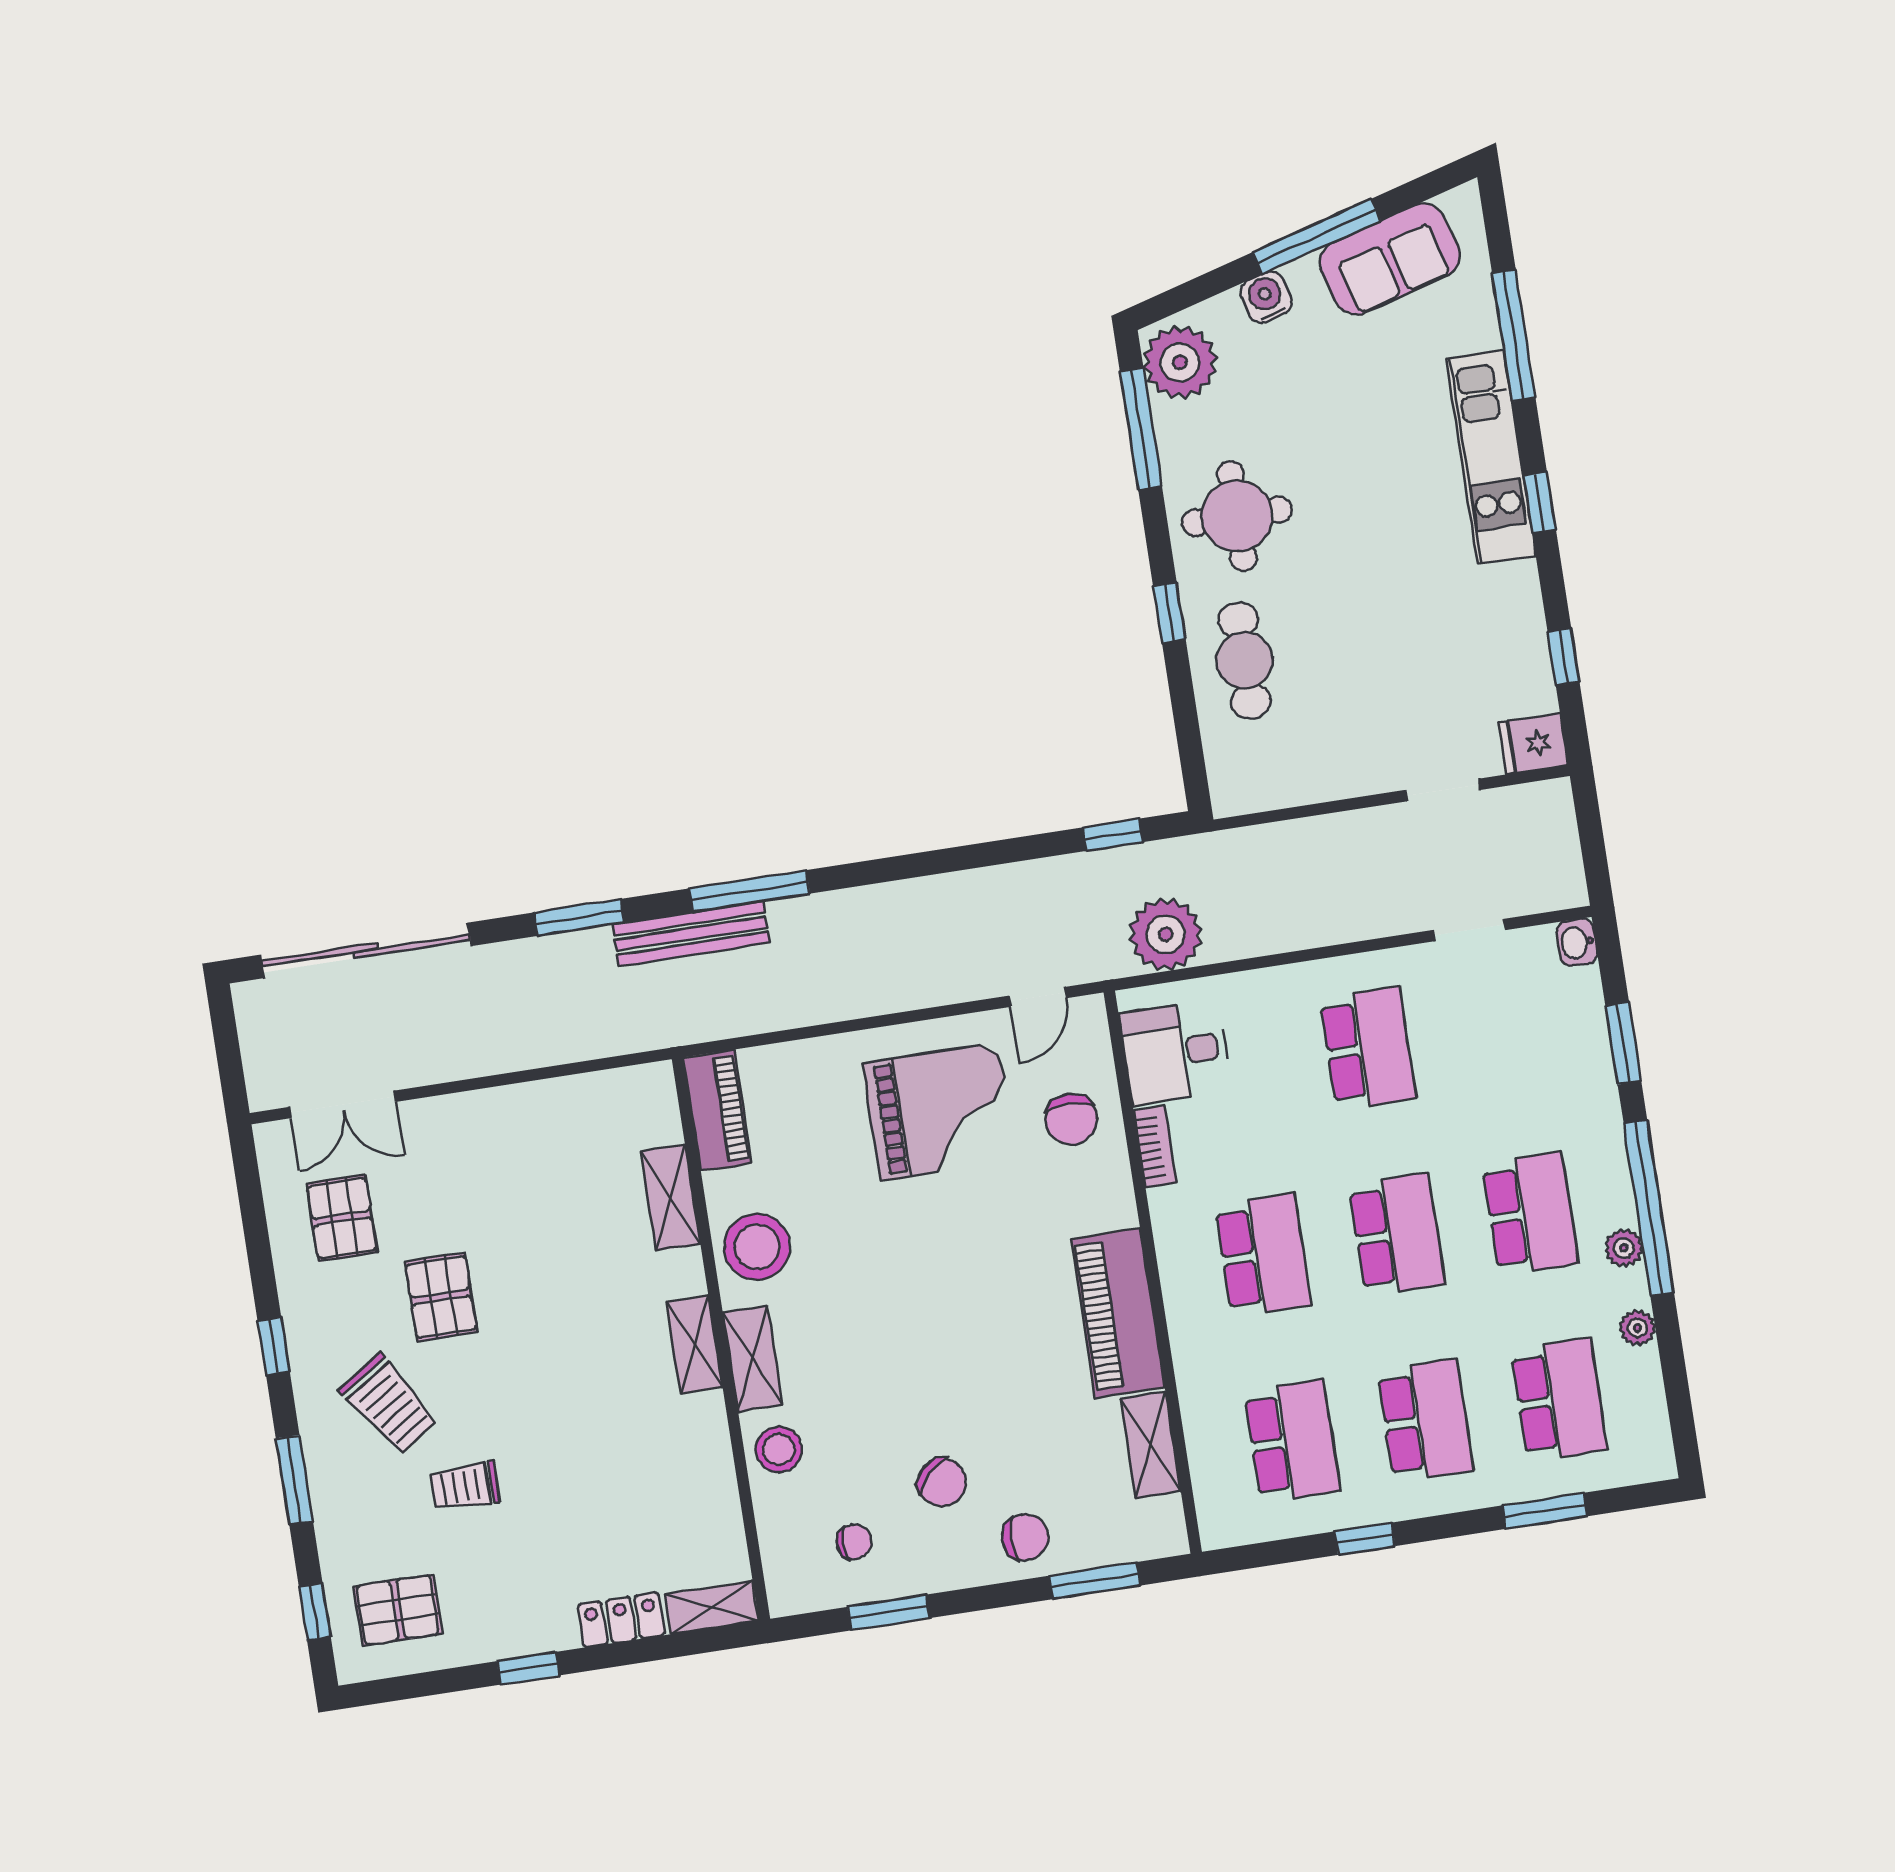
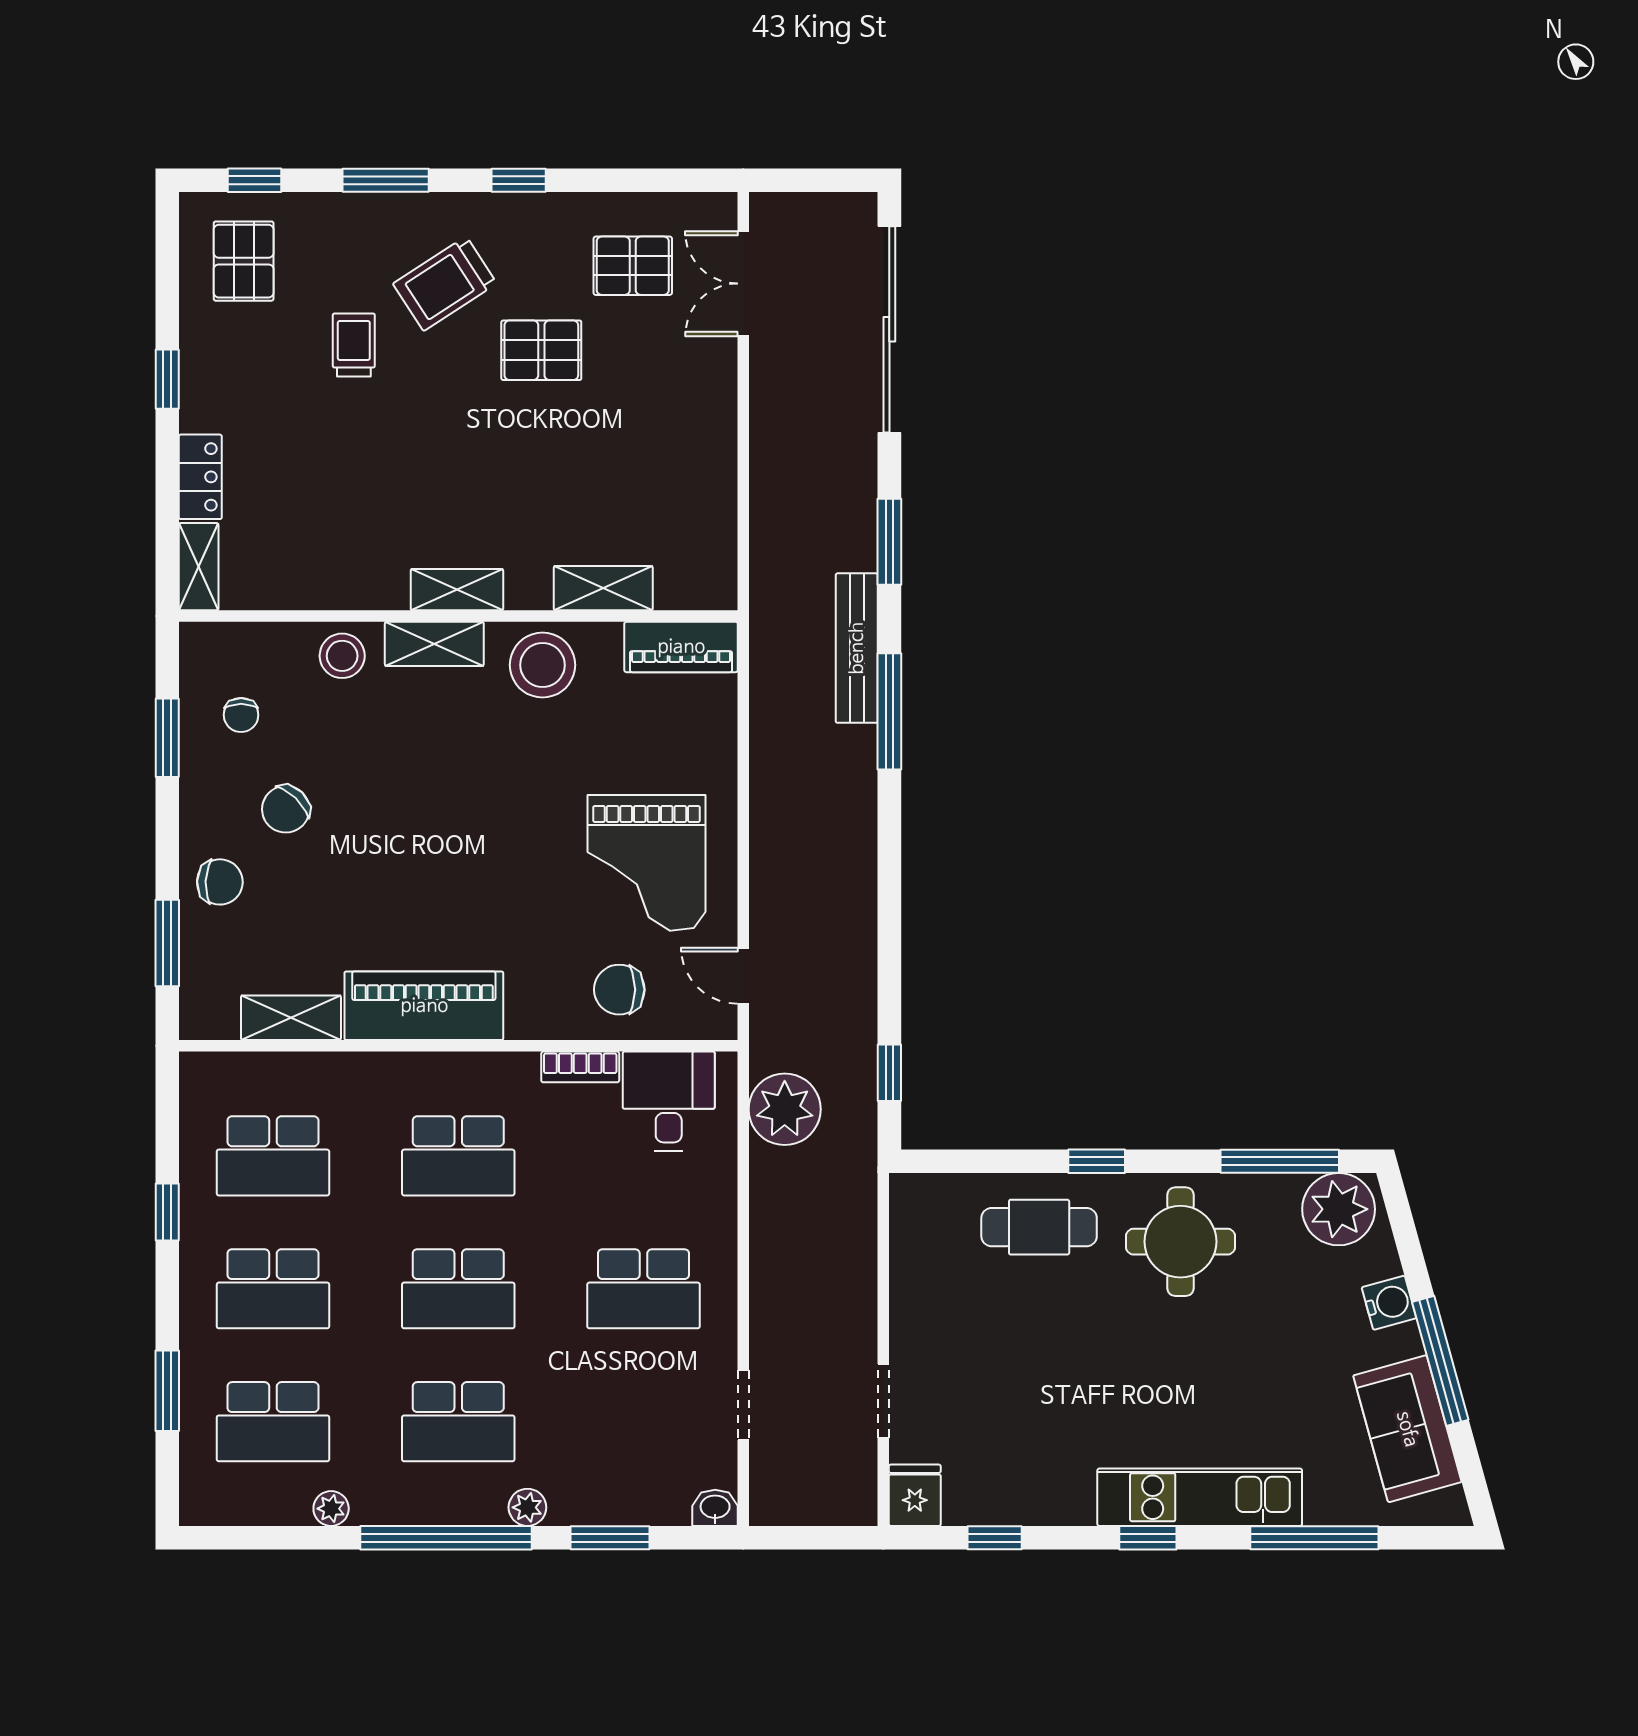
plant: (1624, 1248) -> (527, 1507), moved
chair: (1025, 1537) -> (220, 882), turned -88

